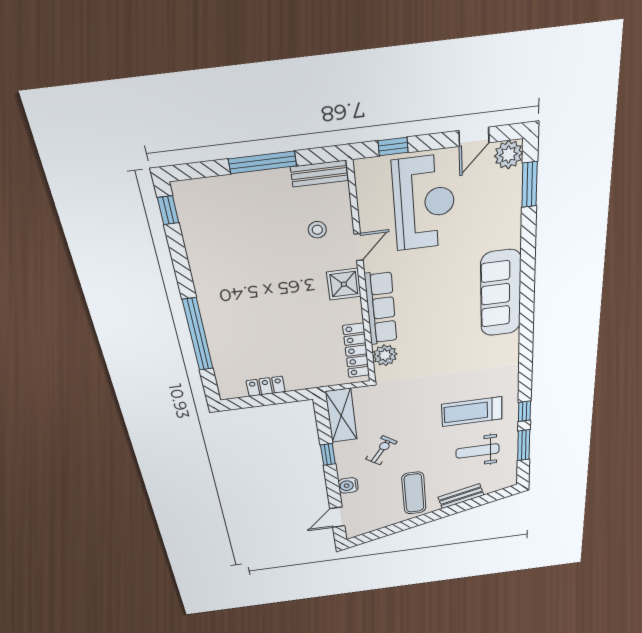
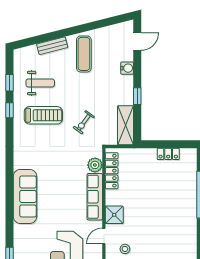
window: (524, 445) -> (10, 83), width x0.67
exercise bike: (381, 450) -> (84, 122), moved

